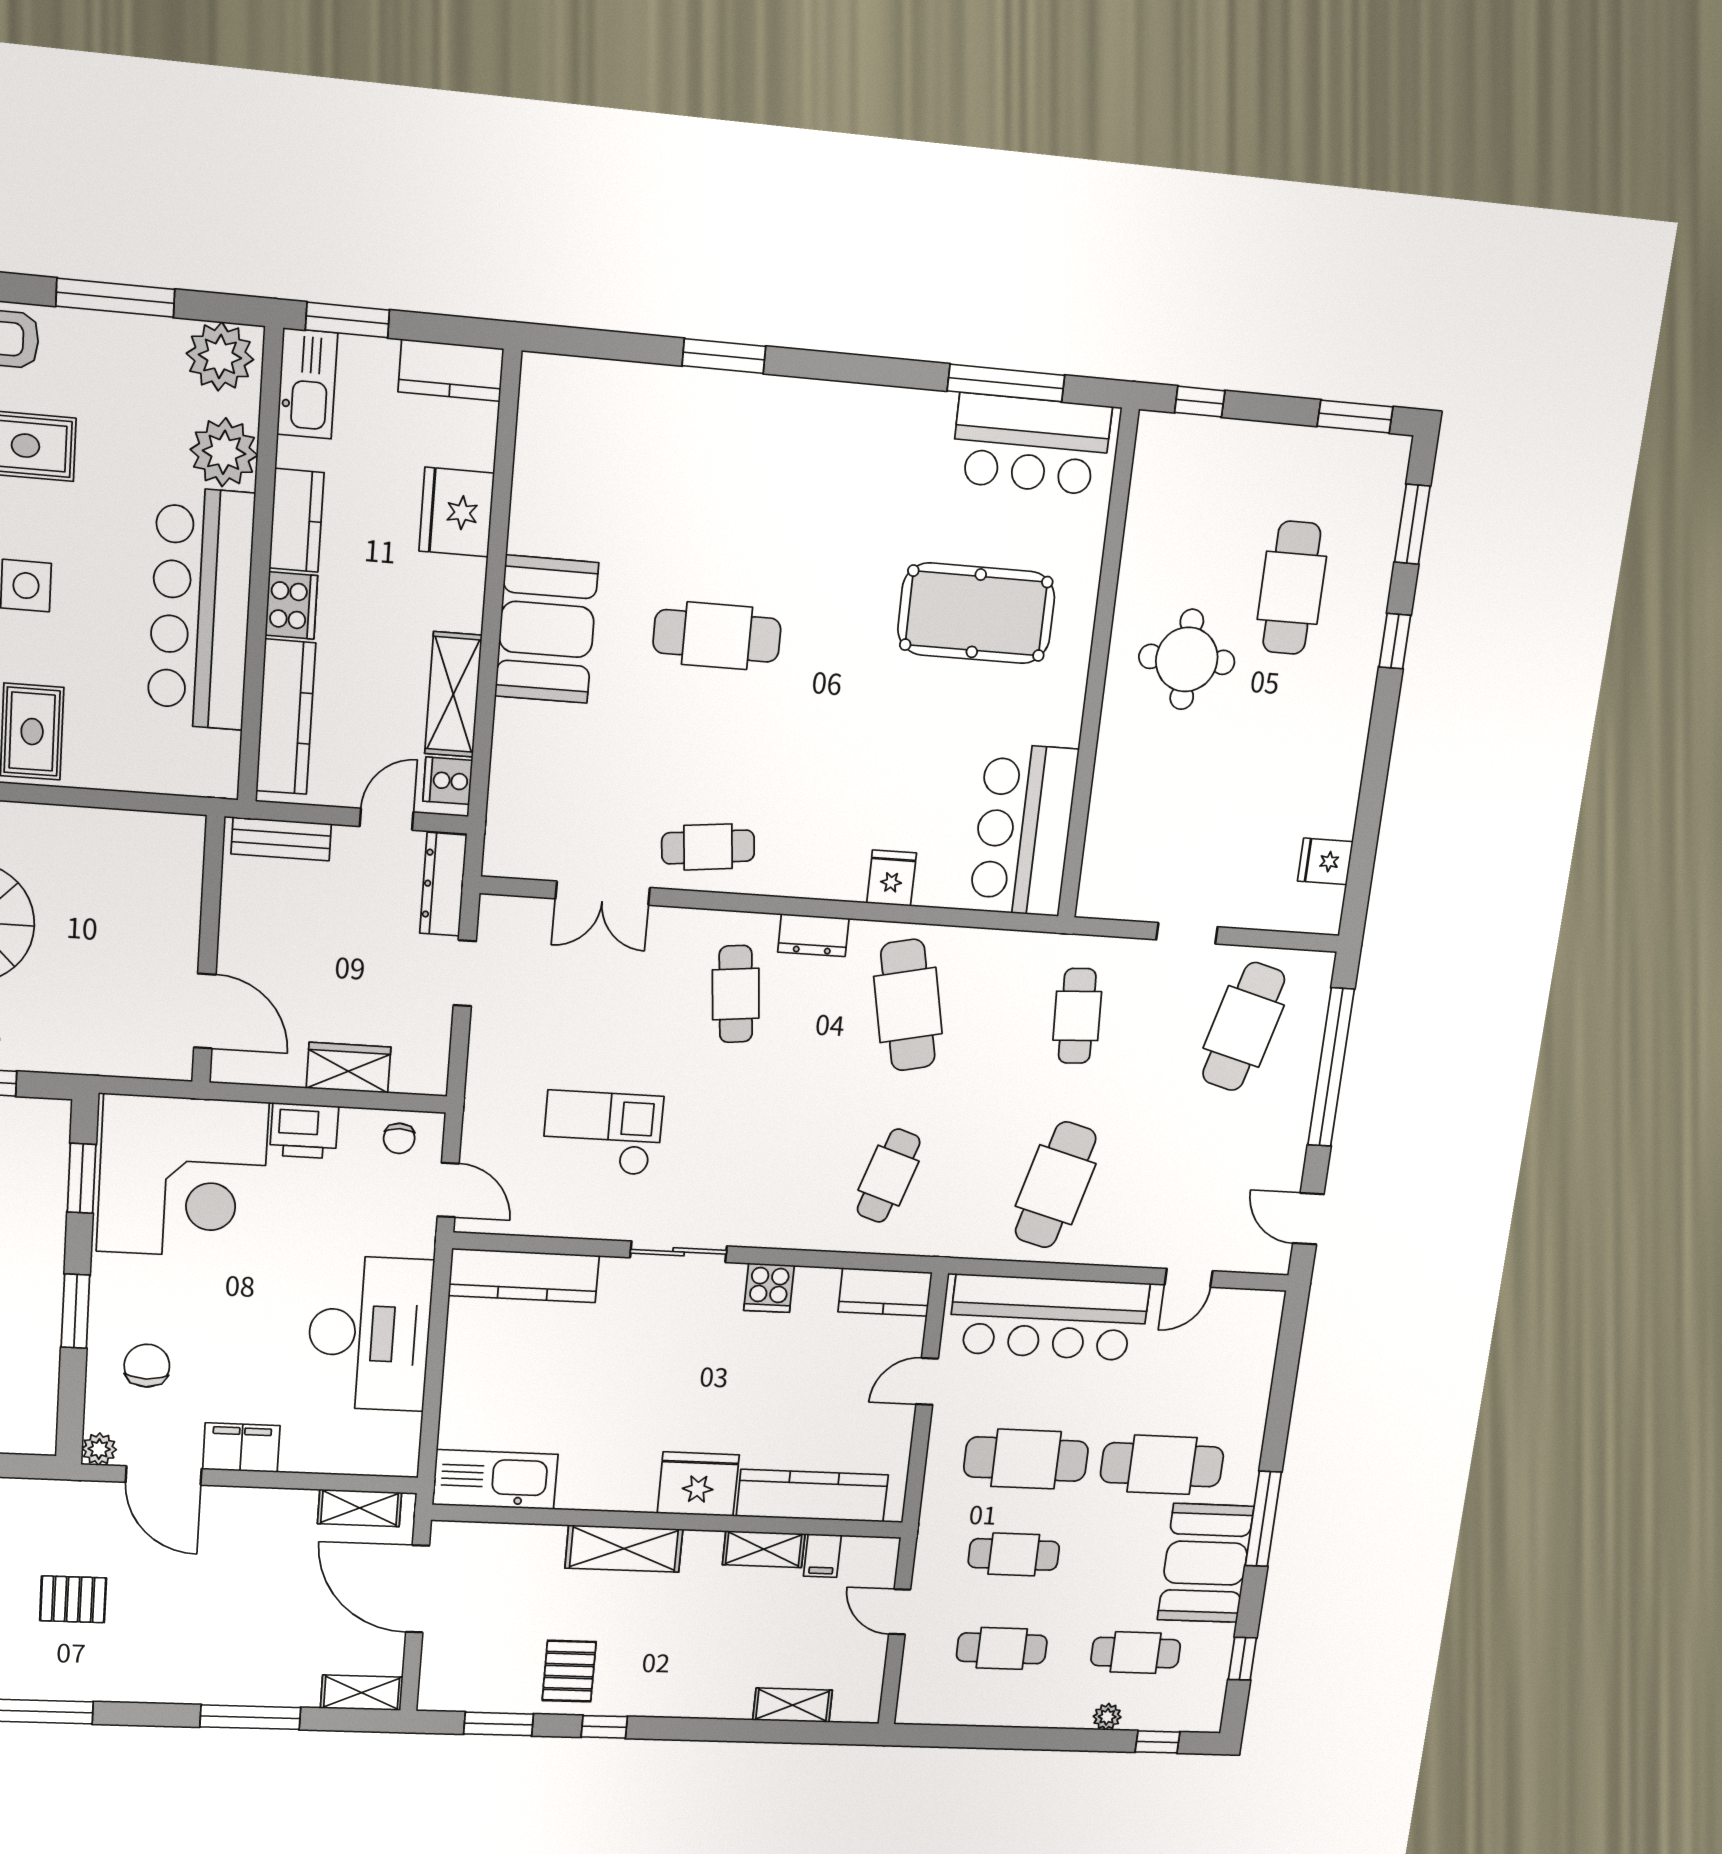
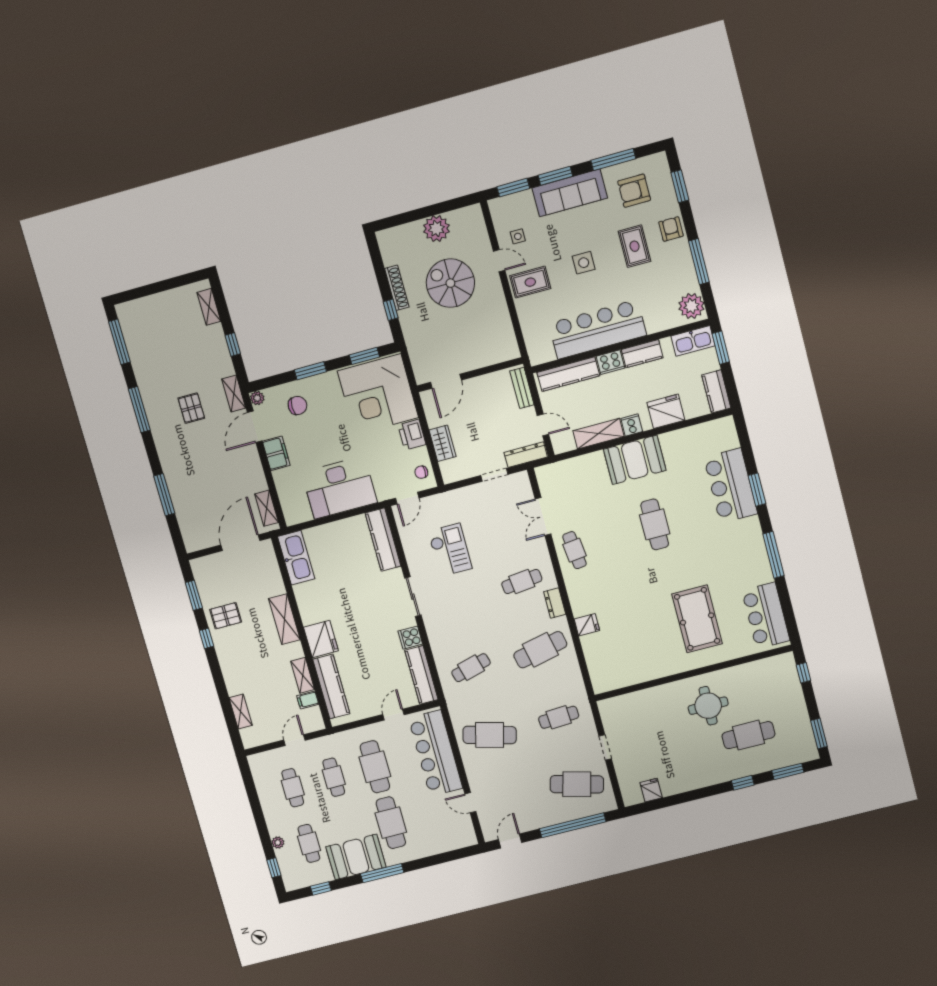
window: (1006, 383) -> (773, 555), moved
plant: (224, 452) -> (658, 319), removed
cooker: (448, 781) -> (632, 425), moved
bar counter: (1024, 830) -> (731, 486), moved, turned -90
cafe table: (889, 1176) -> (471, 668), turned -33
kitchen counter: (885, 1292) -> (421, 675), width x1.50
door: (927, 1381) -> (393, 715), hinge flipped
shelving: (362, 1693) -> (234, 393), moved

